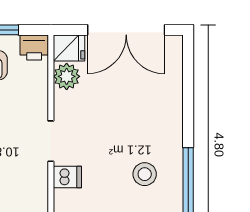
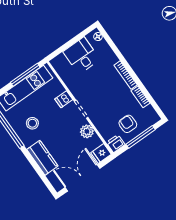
plant: (67, 76) -> (87, 131), moved
kitchen counter: (168, 108) -> (42, 158), added

